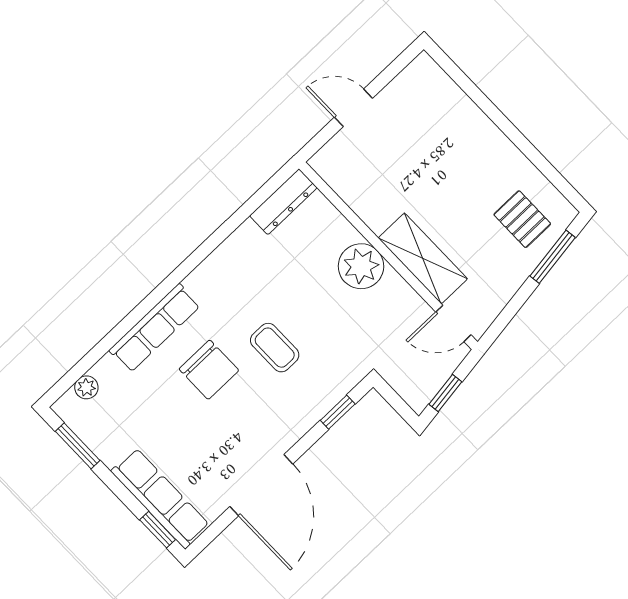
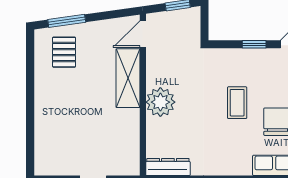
door: (453, 323) -> (143, 34), swing flipped
window: (338, 412) -> (254, 44), moved

